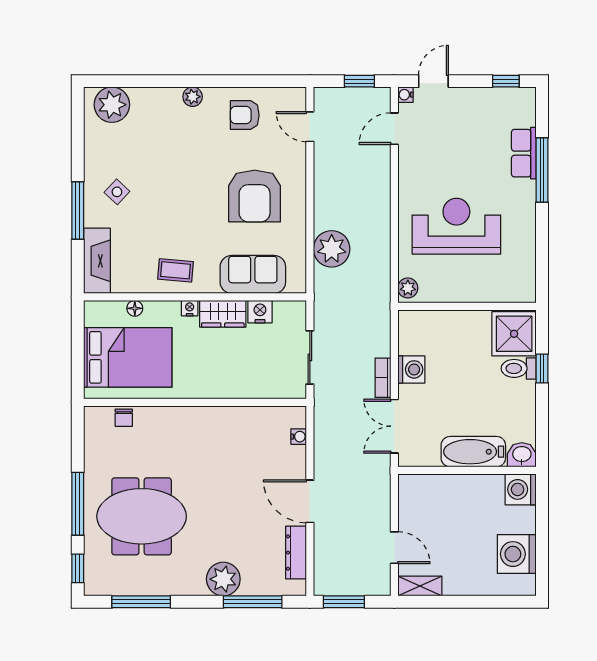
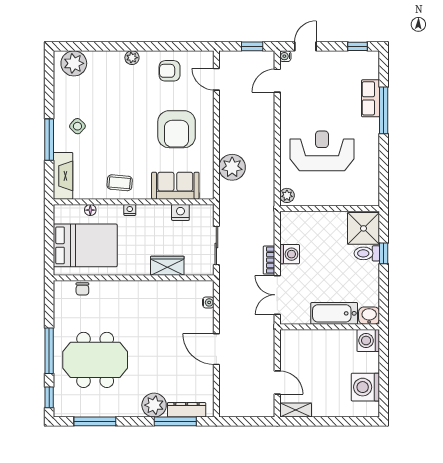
wardrobe: (223, 314) -> (167, 266), moved, turned 180
dresser: (296, 553) -> (187, 410), moved, turned 90
window: (344, 602) -> (241, 421), removed

